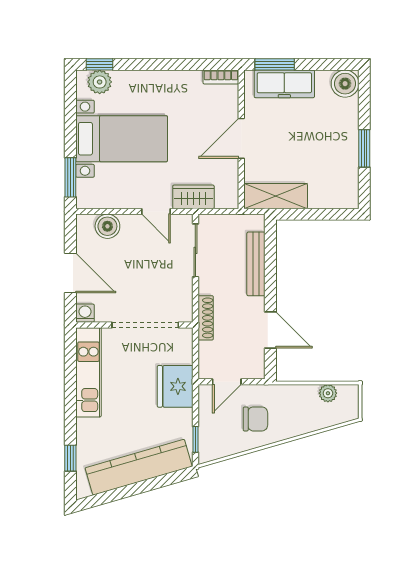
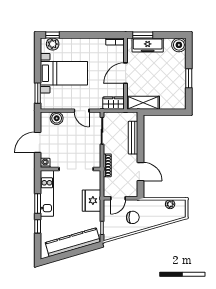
wardrobe: (193, 197) -> (114, 103), moved
door: (70, 273) -> (38, 142), swing flipped
window: (70, 392) -> (38, 204), added
window: (70, 458) -> (38, 226), moved

